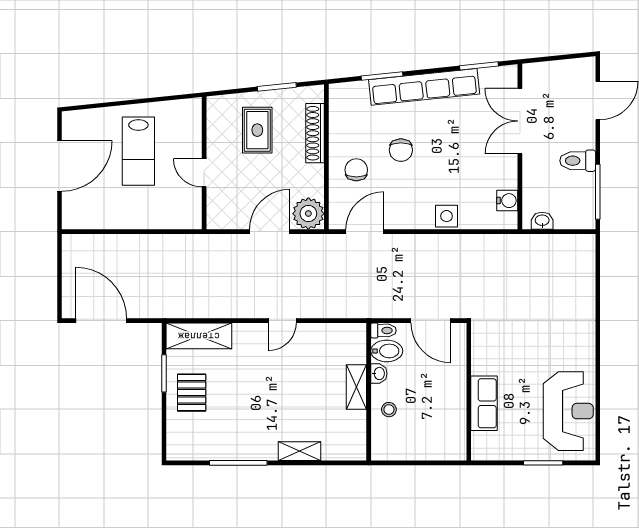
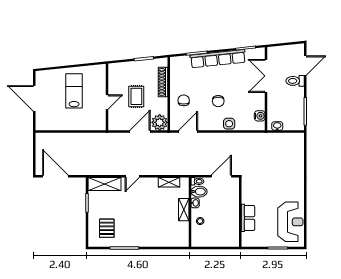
rug: (257, 130) -> (136, 96), moved
chair: (401, 150) -> (218, 101), moved
lab bench: (138, 151) -> (74, 91), turned 180
toilet: (578, 161) -> (295, 81), moved
door: (59, 166) -> (34, 98), swing flipped
door: (204, 173) -> (107, 102), swing flipped
door: (282, 321) -> (132, 176), moved
door: (431, 321) -> (221, 176), swing flipped
pallet: (192, 393) -> (107, 228), moved
shelving: (299, 451) -> (169, 182), moved

